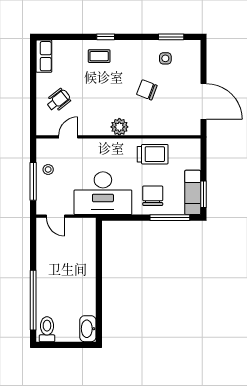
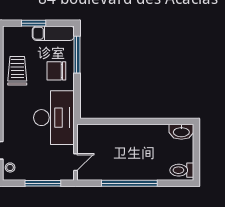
stool: (48, 169) -> (10, 167), moved
window: (203, 194) -> (34, 23), moved
window: (33, 300) -> (129, 183), moved

